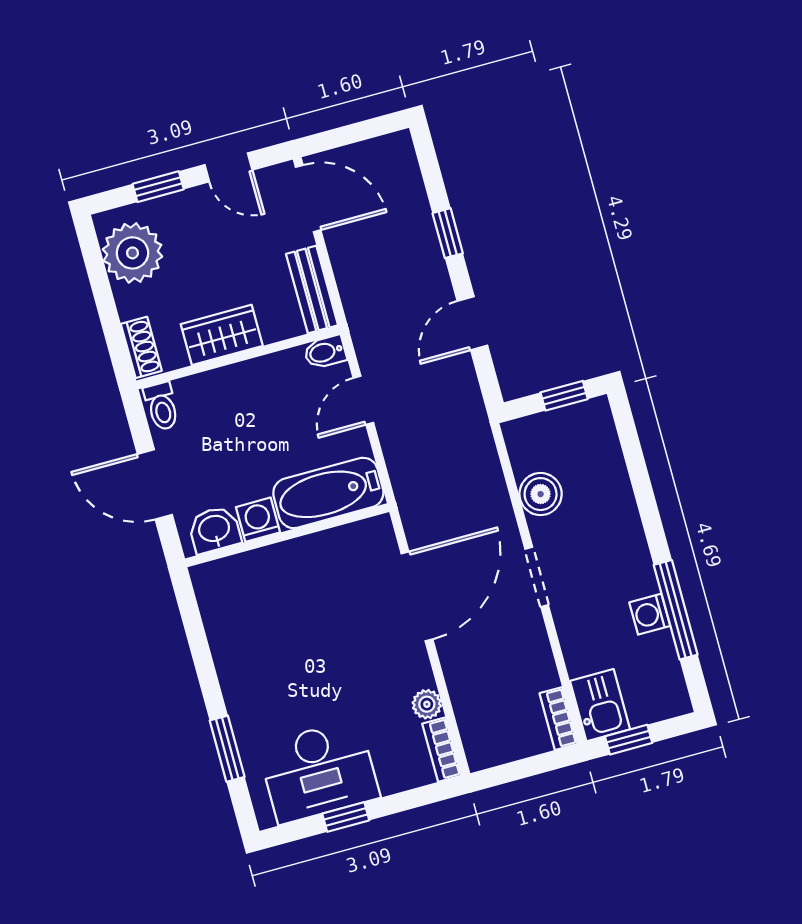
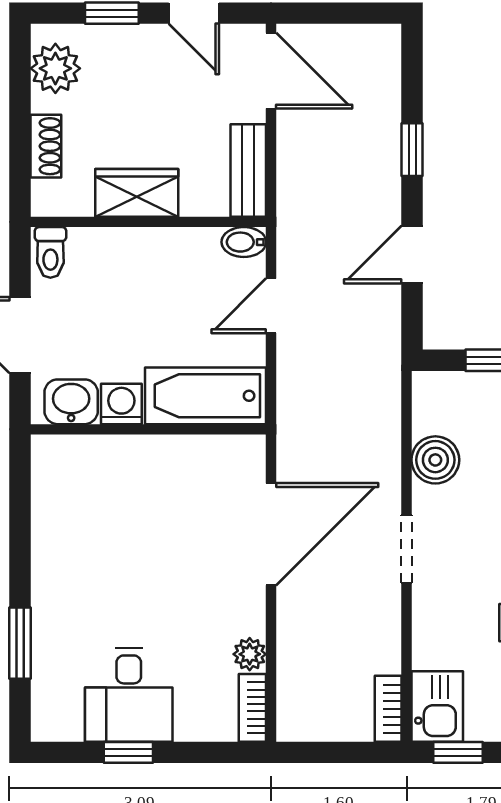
plant: (132, 253) -> (55, 68), width x0.73, depth x0.73
shoe rack: (141, 347) -> (46, 146), moved
desk: (319, 771) -> (129, 695), width x0.73

